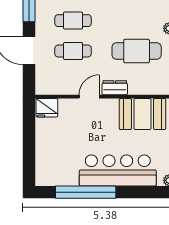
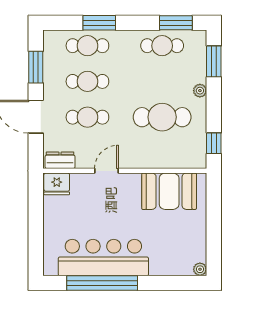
dresser: (115, 88) -> (60, 160), moved
bar counter: (118, 170) -> (103, 258), moved

